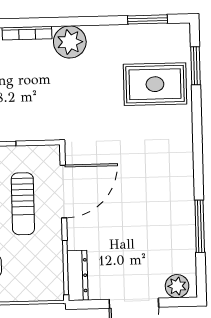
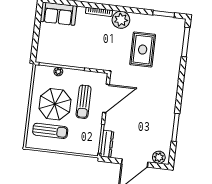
window: (195, 66) -> (186, 42), width x1.44
rug: (155, 84) -> (143, 50), moved, turned 90

